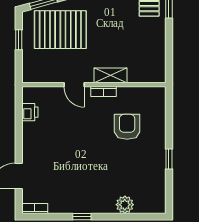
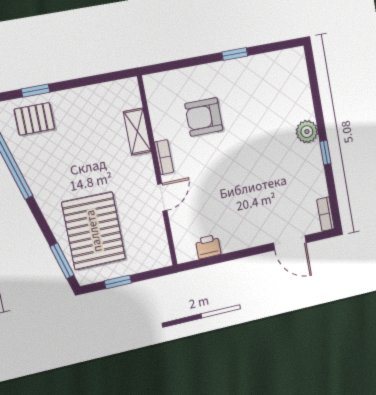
shelving: (110, 75) -> (137, 132), moved
plant: (125, 205) -> (307, 132), moved

